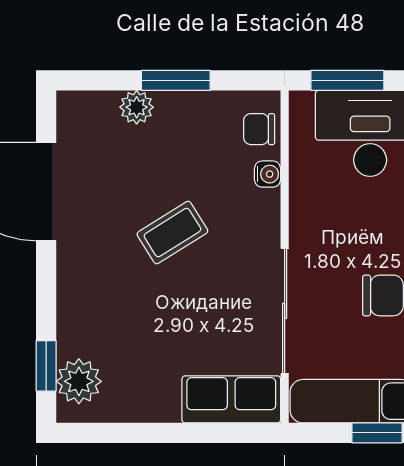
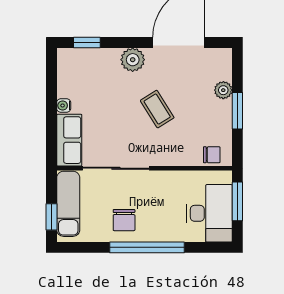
chair: (259, 129) -> (212, 155), turned 90
water cooler: (268, 174) -> (64, 106), moved, turned 90
plant: (79, 381) -> (133, 60), moved

